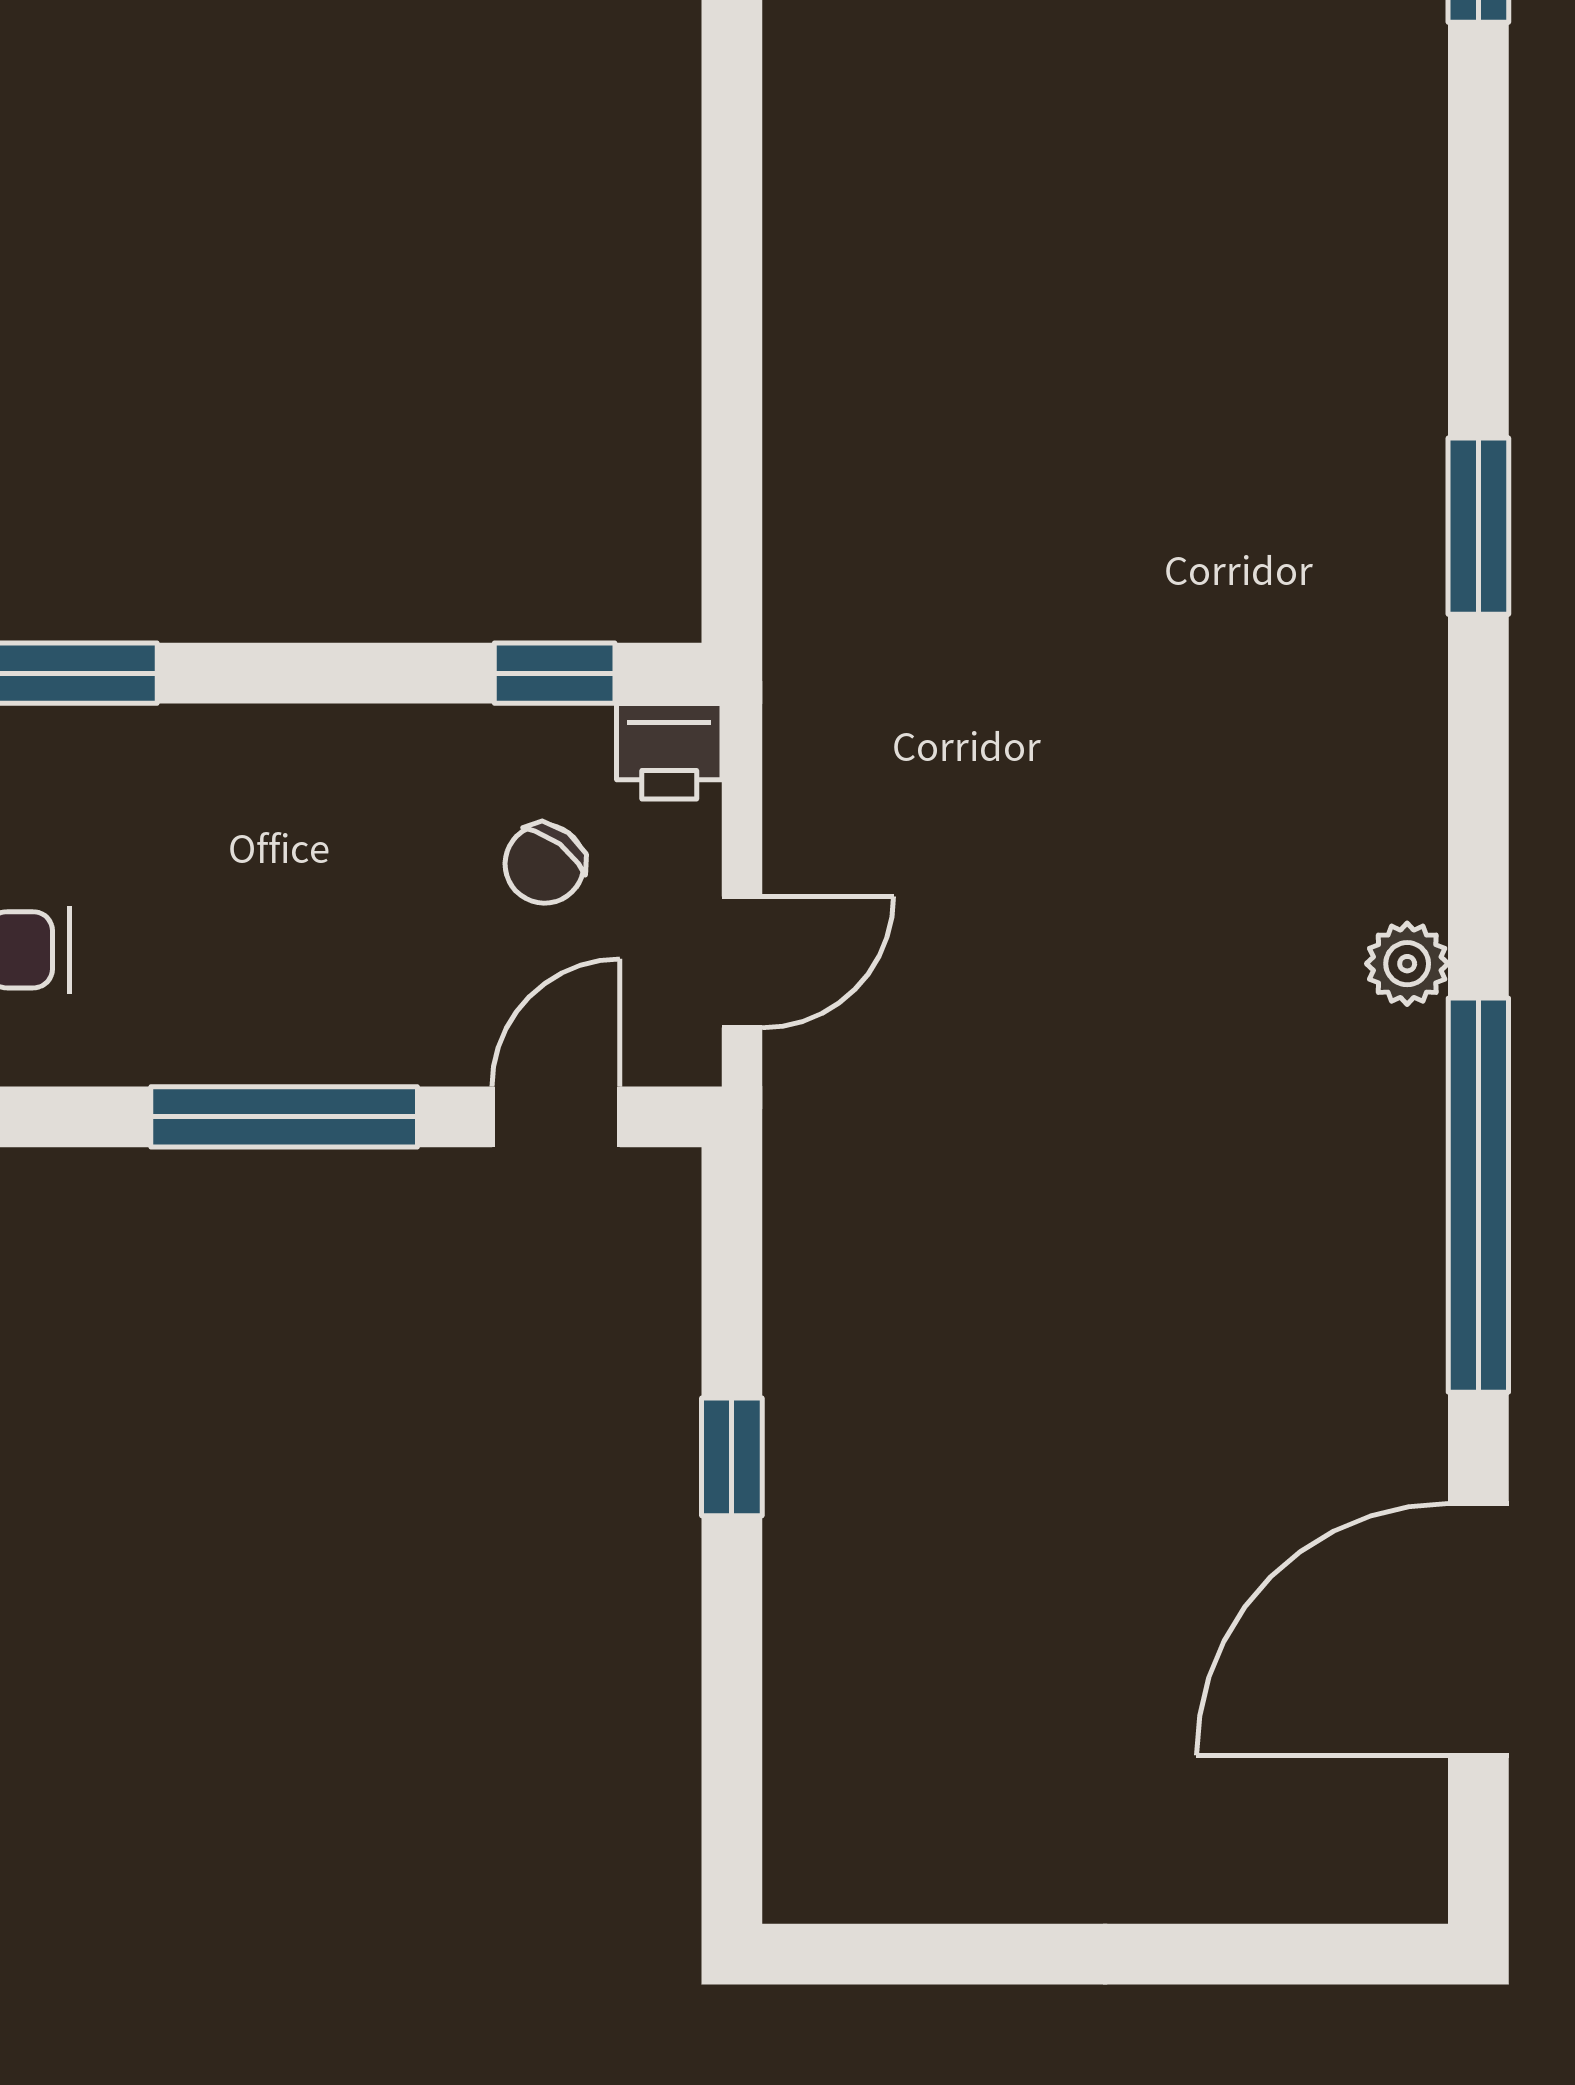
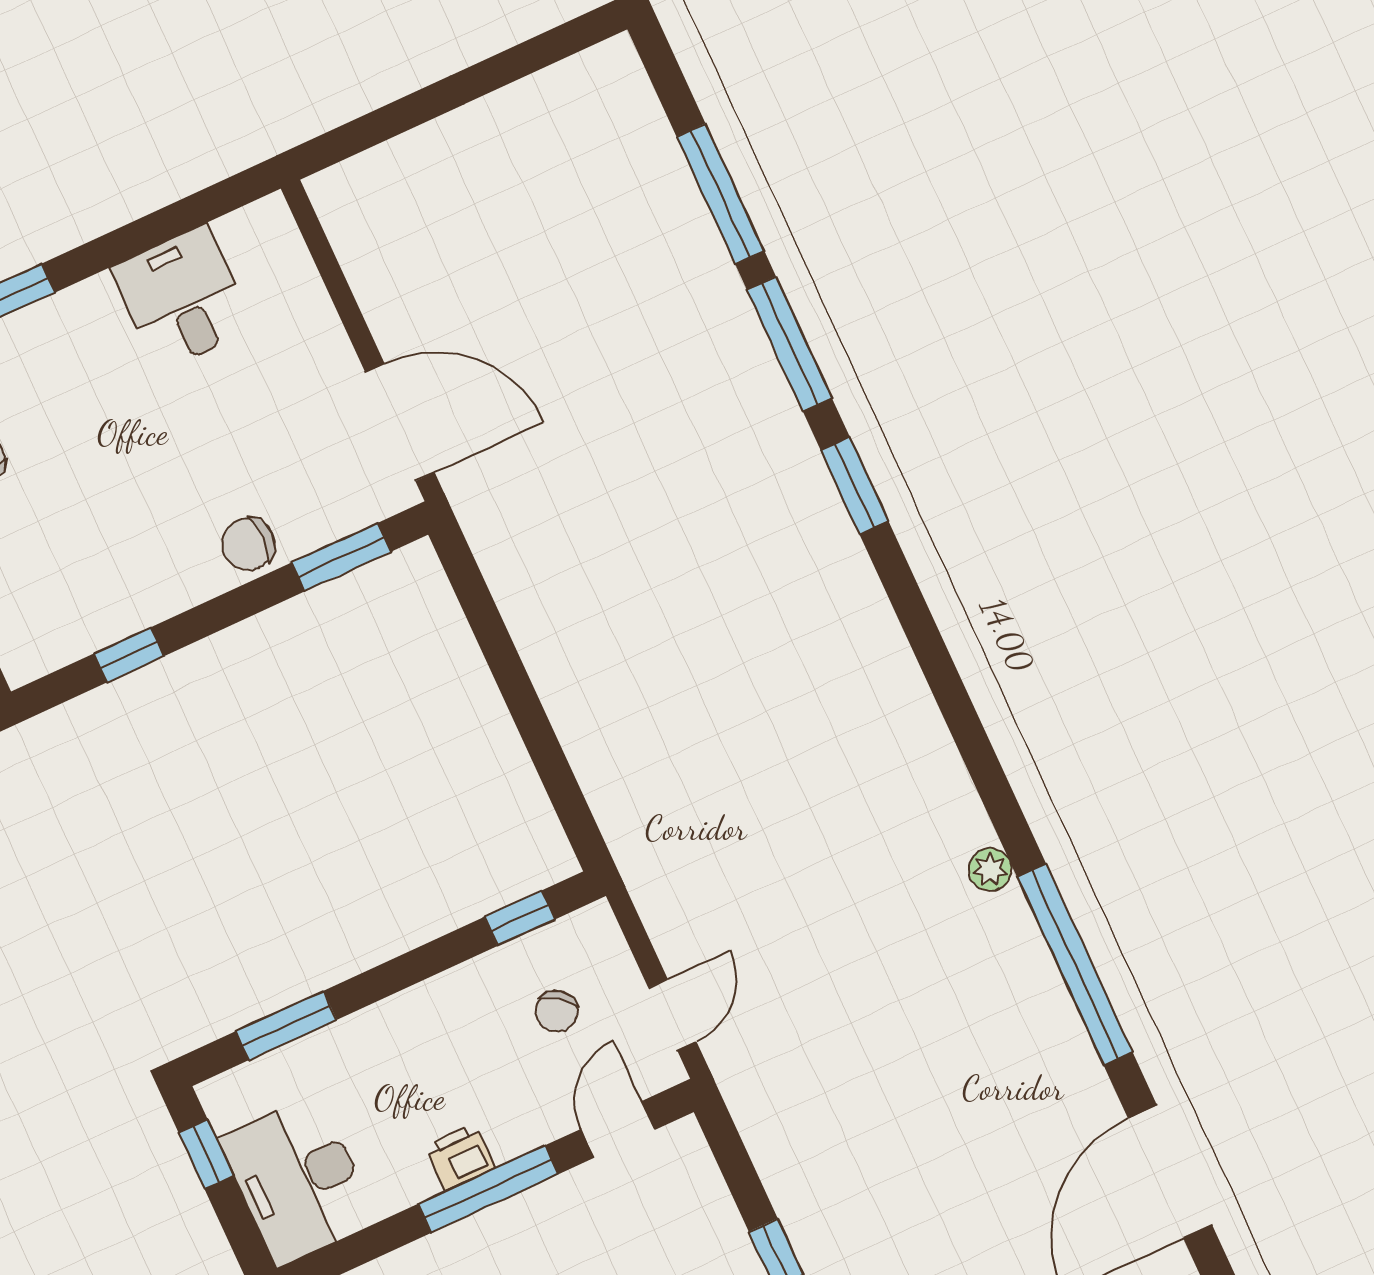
window: (1478, 526) -> (855, 486), moved
printer: (669, 751) -> (460, 1157), moved, turned 180

